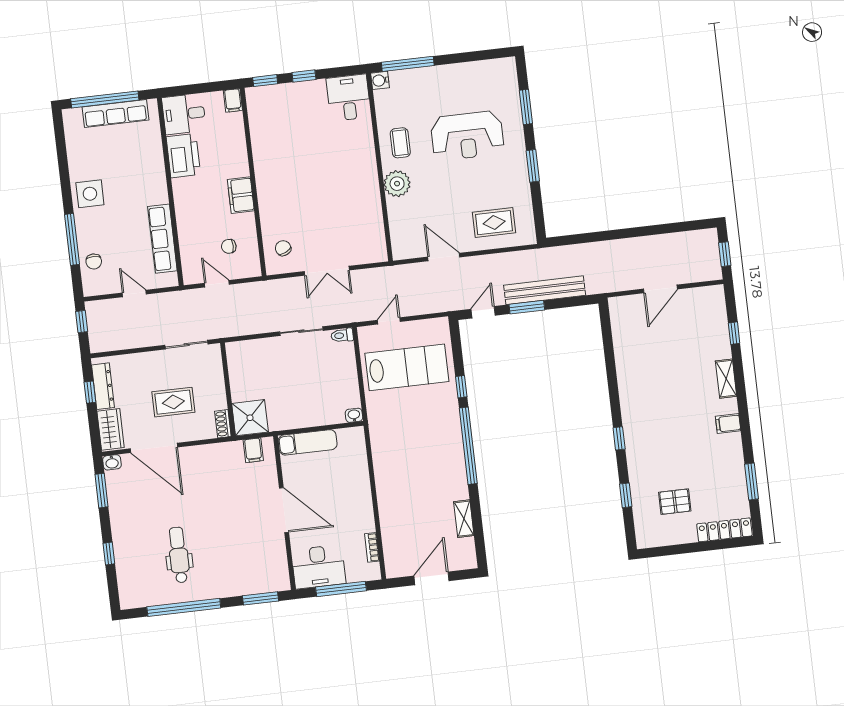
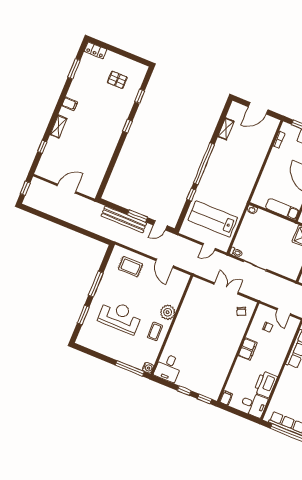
window: (533, 166) -> (96, 284), width x1.44
locker: (724, 530) -> (95, 50), width x0.66

